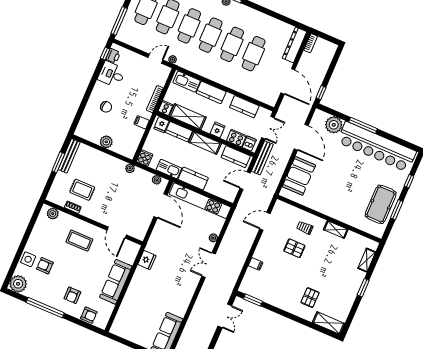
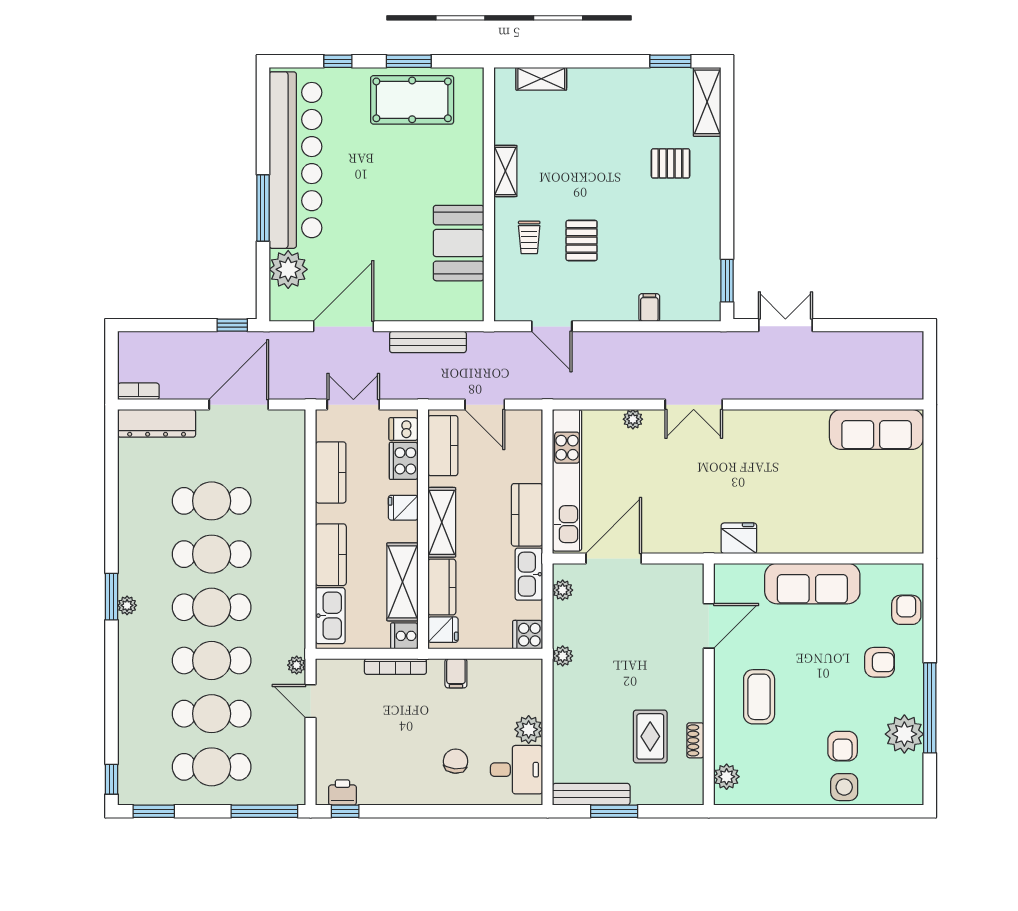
desk: (112, 74) -> (517, 770), moved, turned -90
bench: (262, 158) -> (428, 342), moved
booth: (299, 176) -> (459, 243), moved, turned 90
plant: (18, 284) -> (904, 734), moved
window: (363, 288) -> (670, 61), moved

